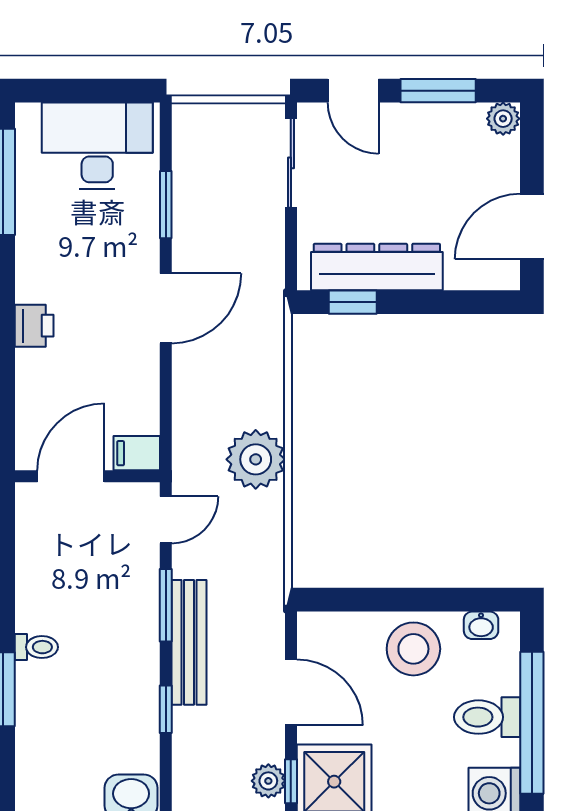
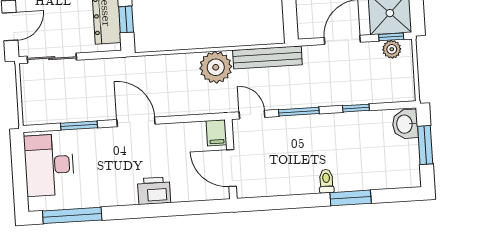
printer: (34, 326) -> (154, 191), width x1.36, depth x1.24
bench: (189, 642) -> (267, 57), moved

